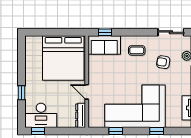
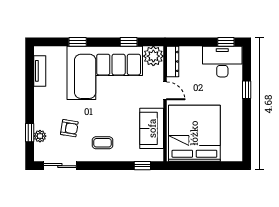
sofa: (104, 45) -> (152, 128), moved, turned -90
plant: (96, 120) -> (153, 56), added

